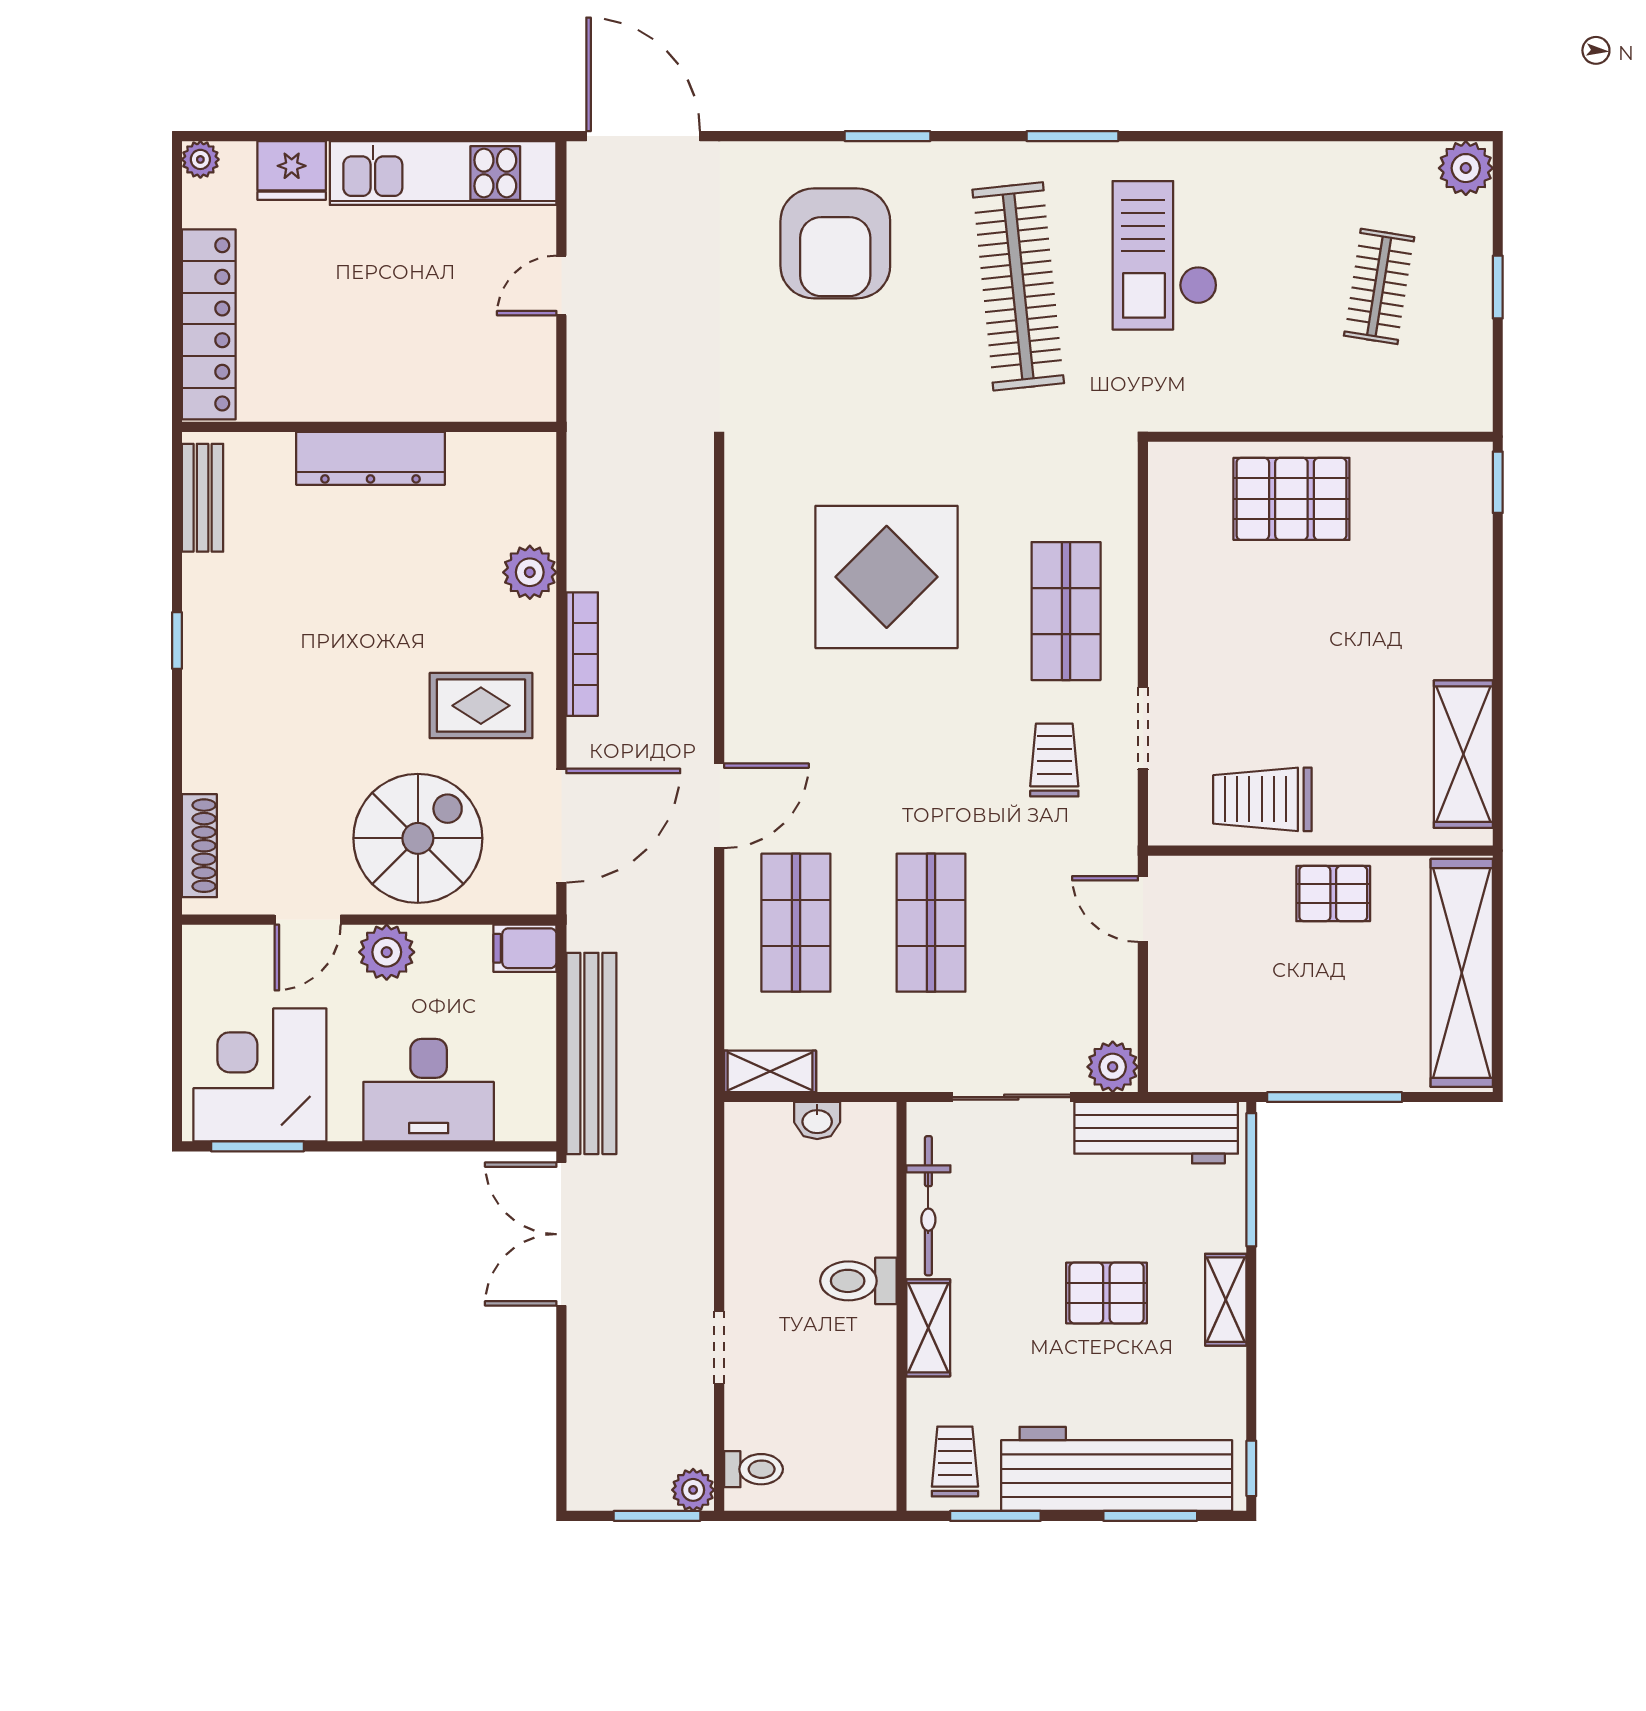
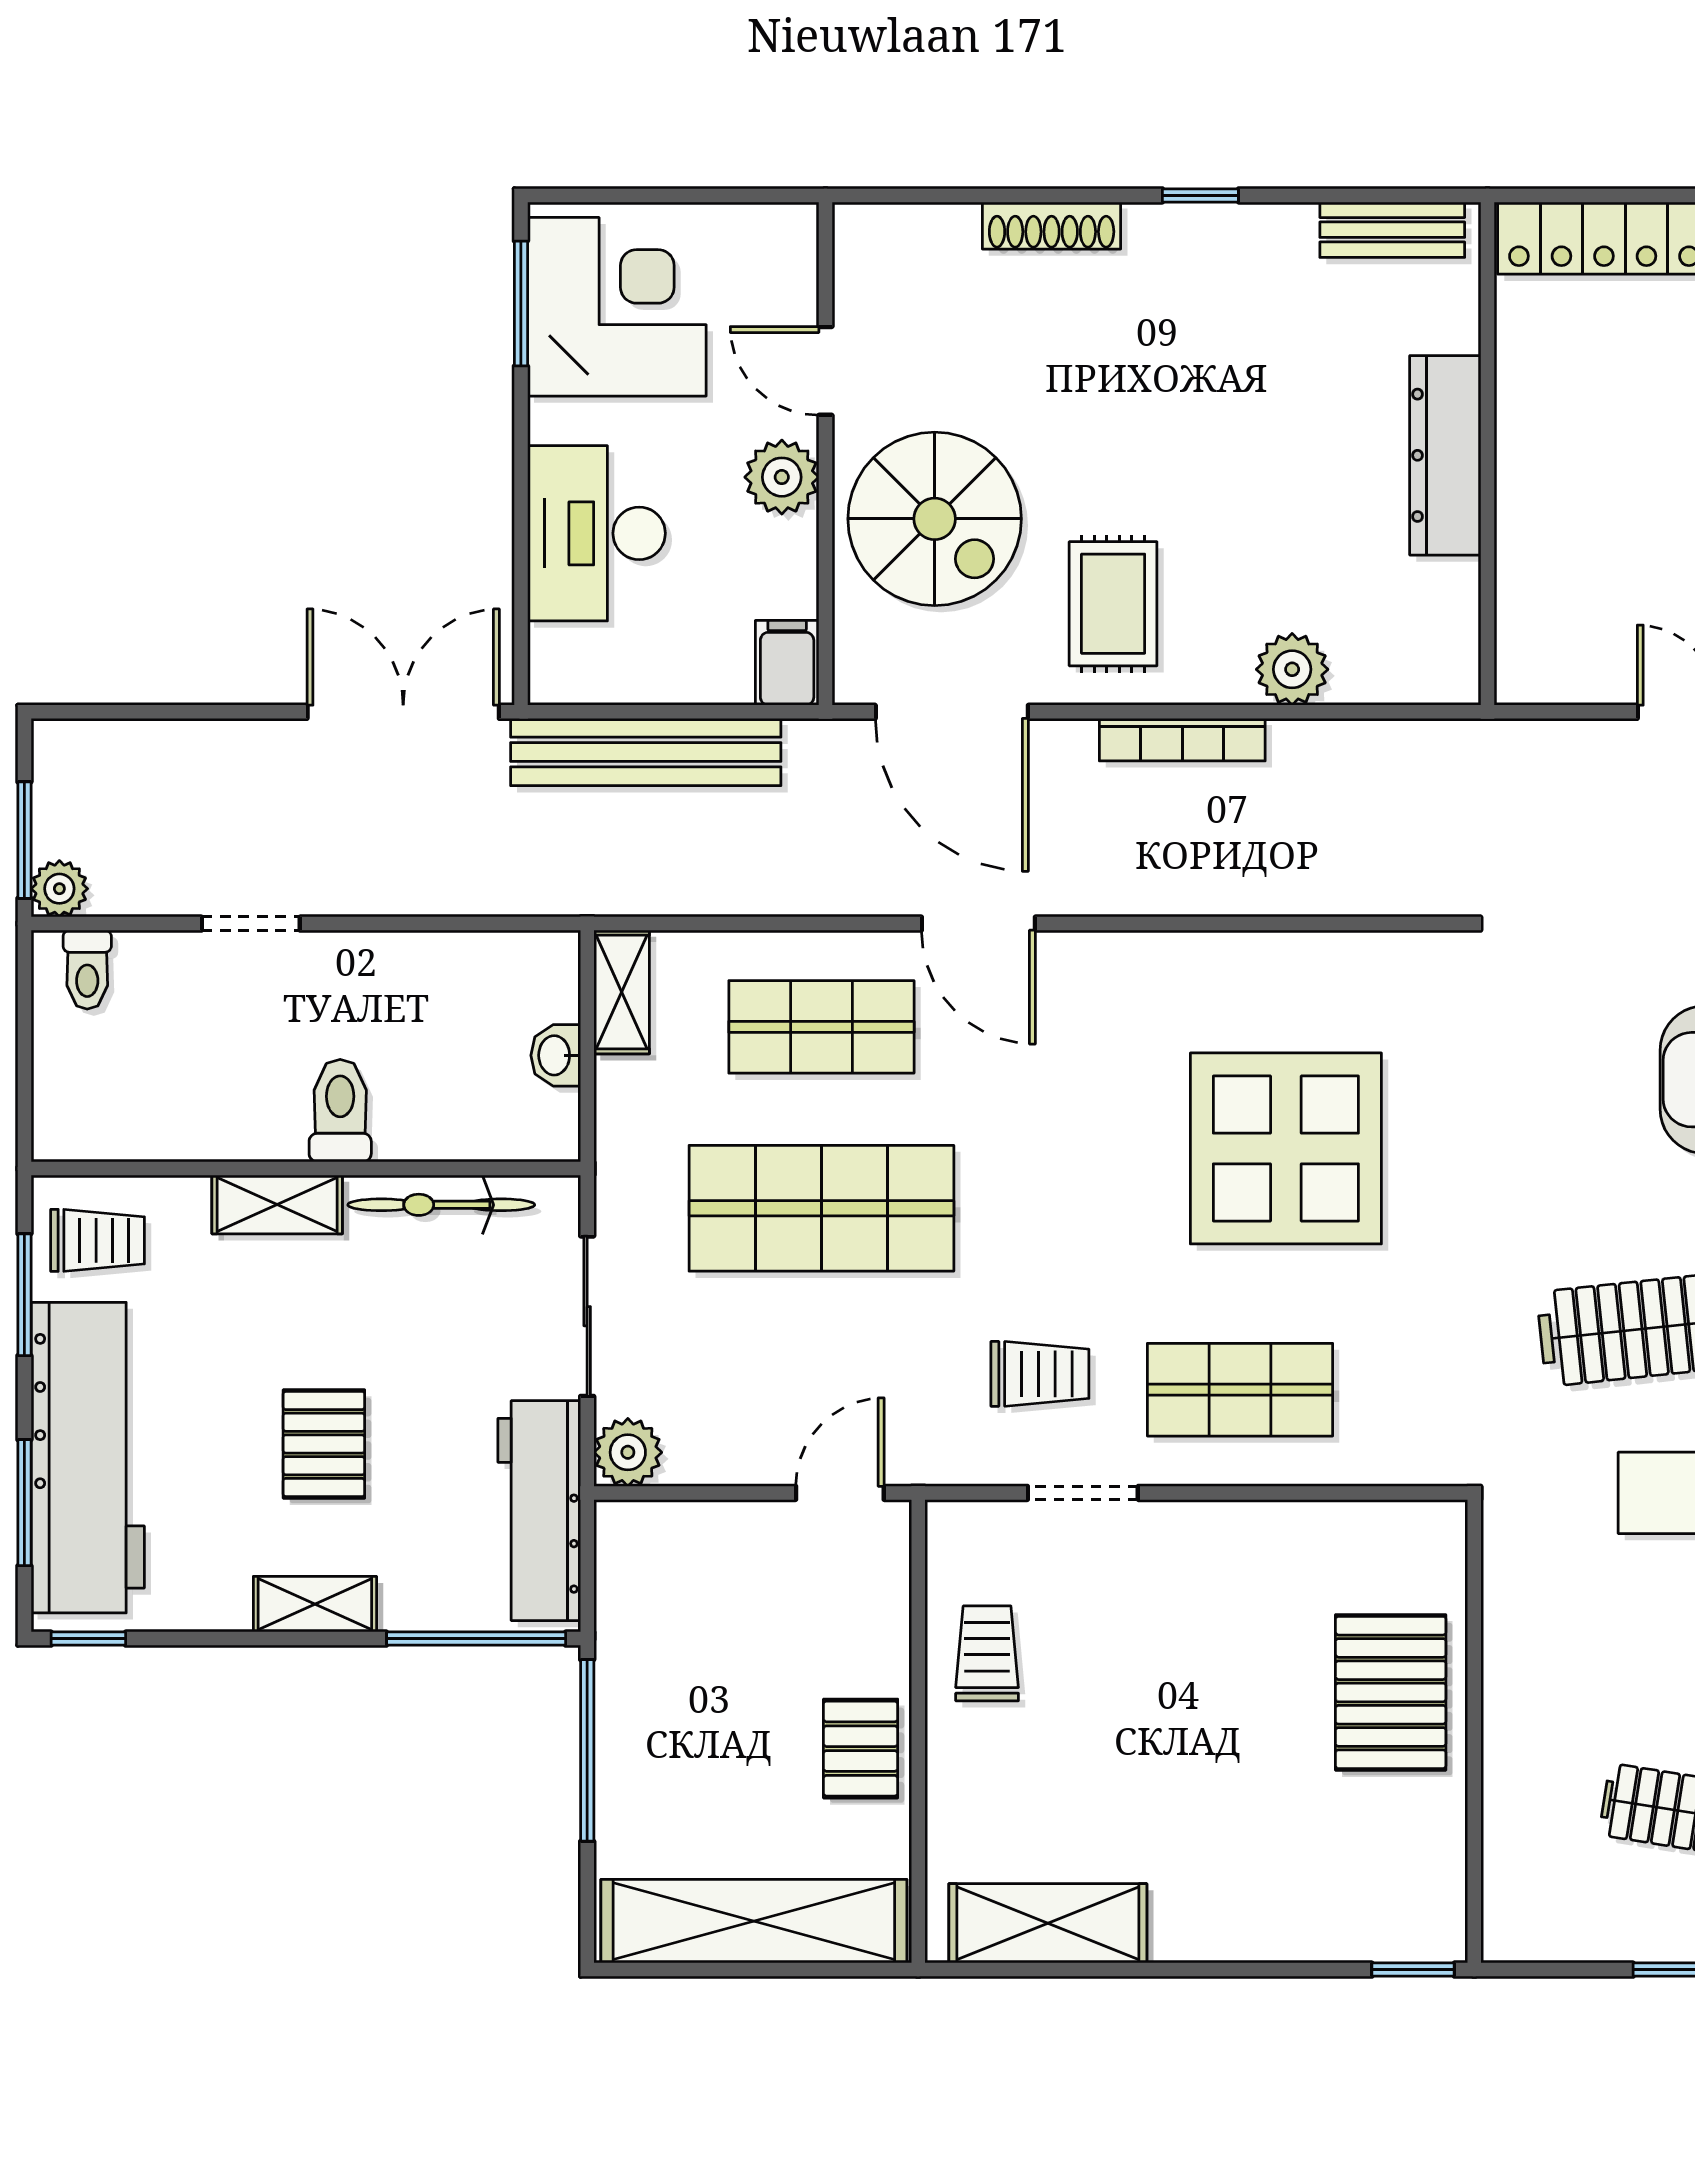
trolley: (1262, 799) -> (987, 1653), width x0.73, depth x0.72
shoe rack: (199, 846) -> (1052, 226), moved
shop shelf: (931, 923) -> (821, 1208), width x1.43, depth x1.36

